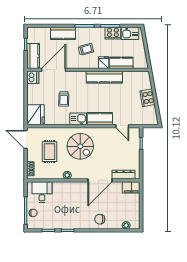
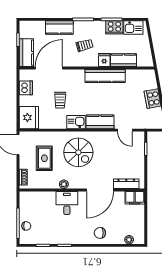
dishwasher: (33, 77) -> (26, 88), moved
desk: (42, 192) -> (67, 203), moved

